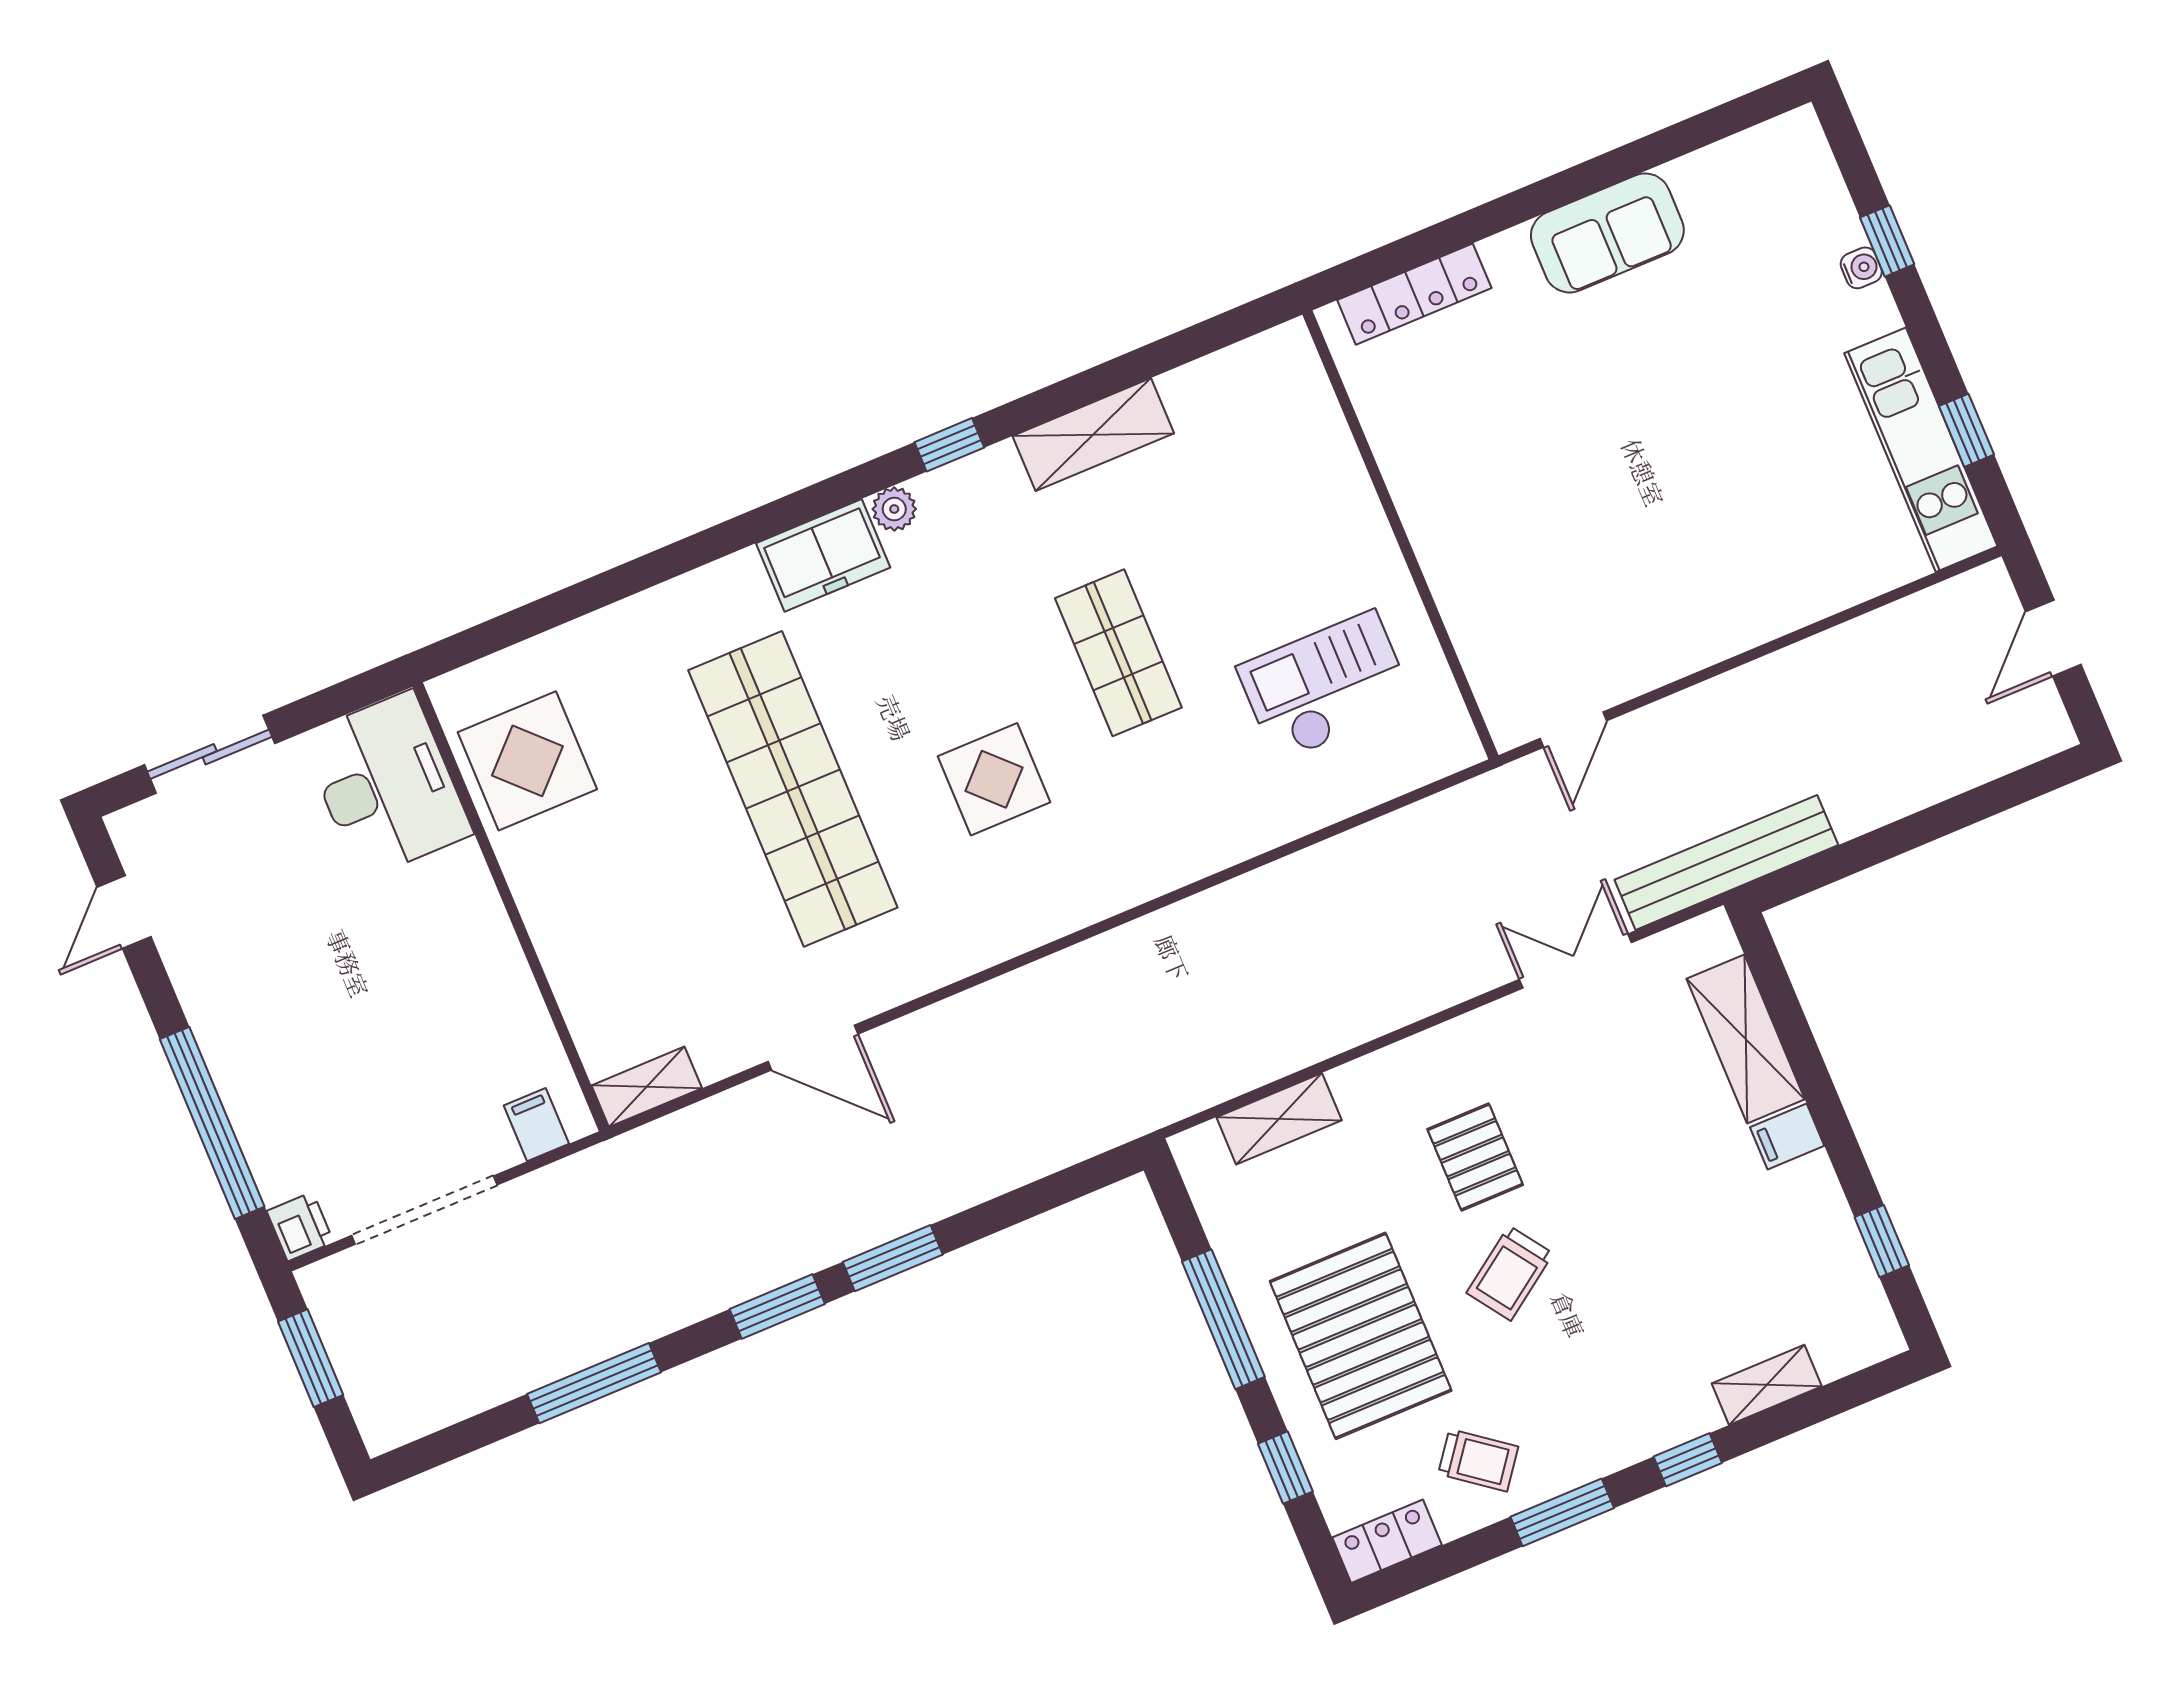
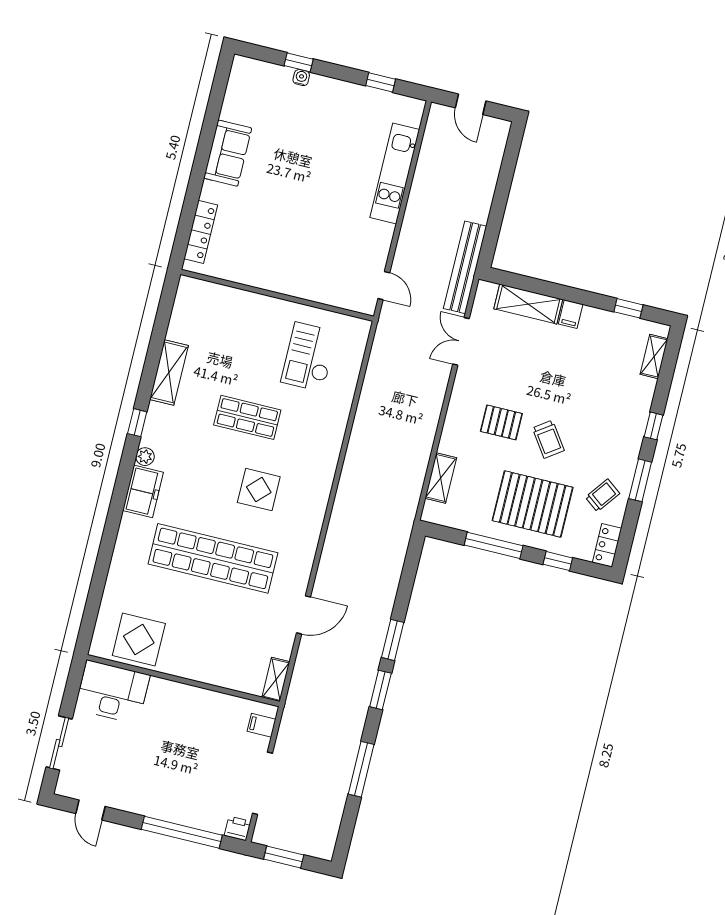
kitchen unit: (1921, 450) -> (395, 173), moved, turned 90
shelving: (1767, 1385) -> (654, 356), moved

